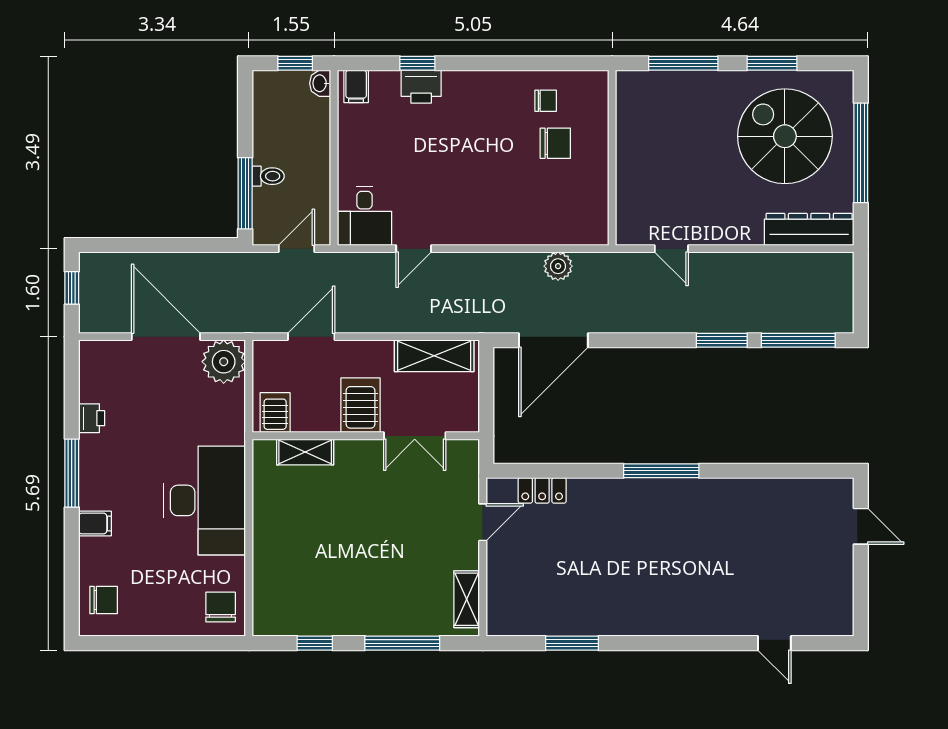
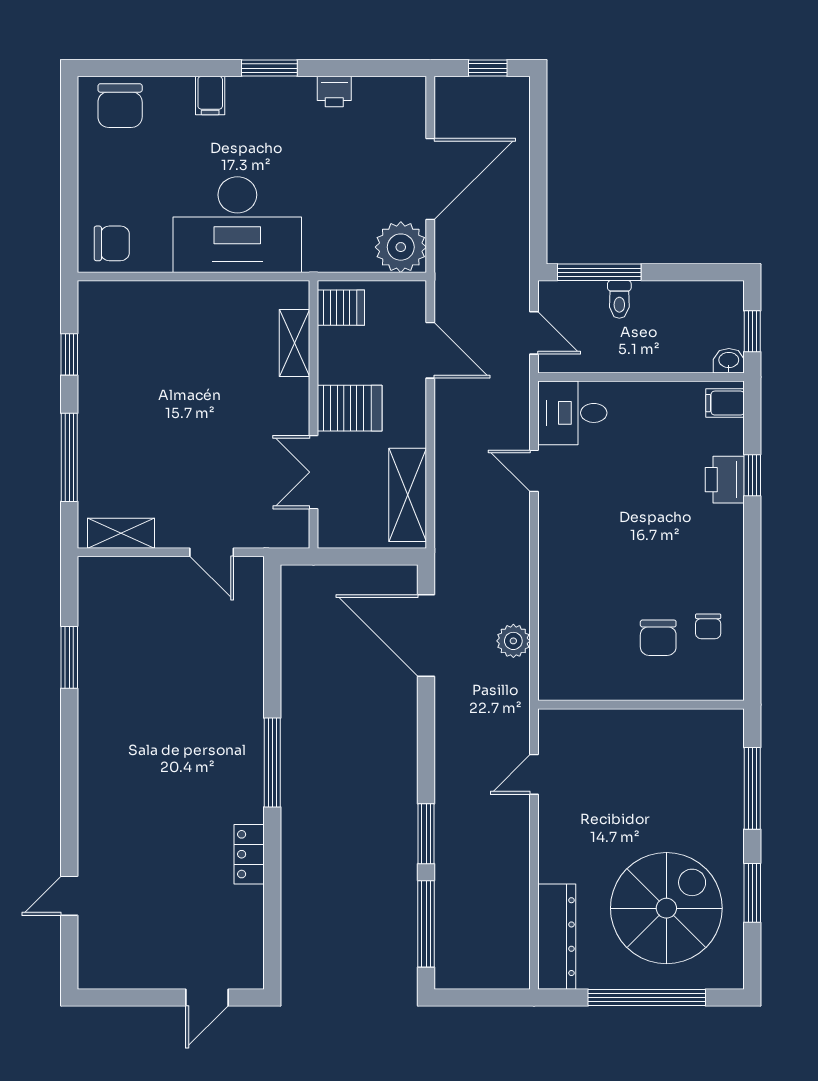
window: (72, 473) -> (269, 68), width x0.69
locker: (542, 490) -> (249, 854), moved
chair: (104, 600) -> (120, 106), width x1.37, depth x1.37

